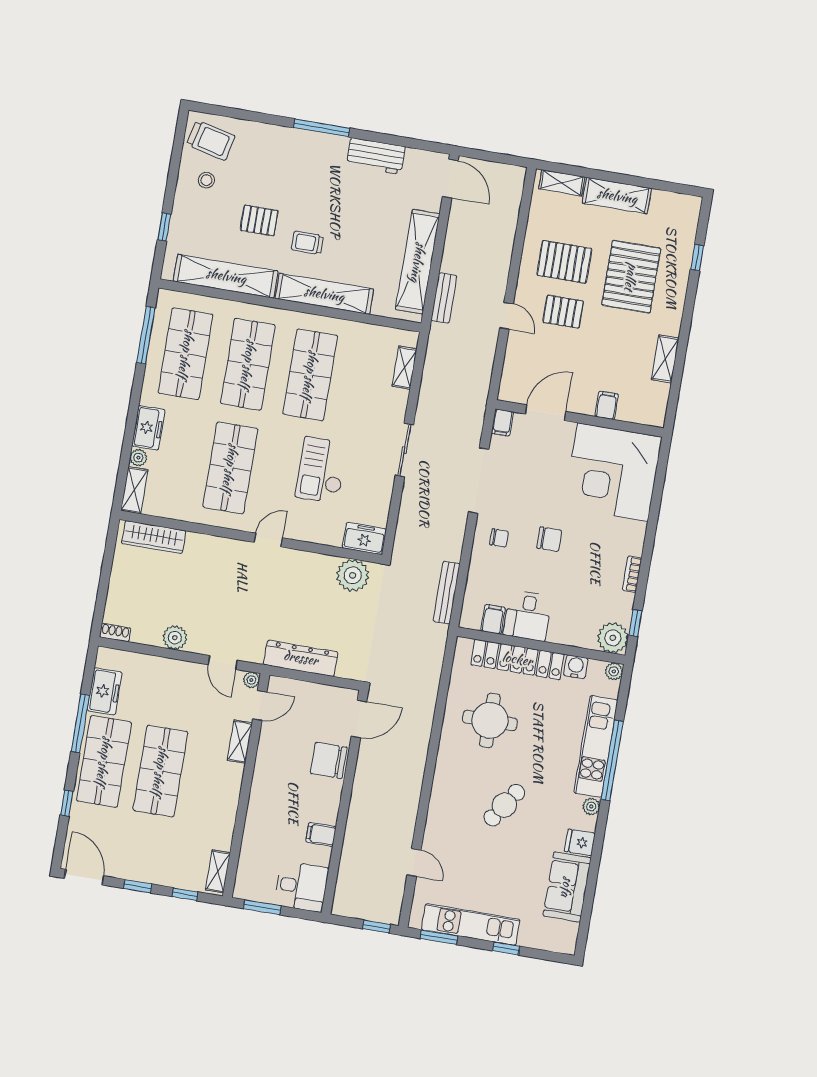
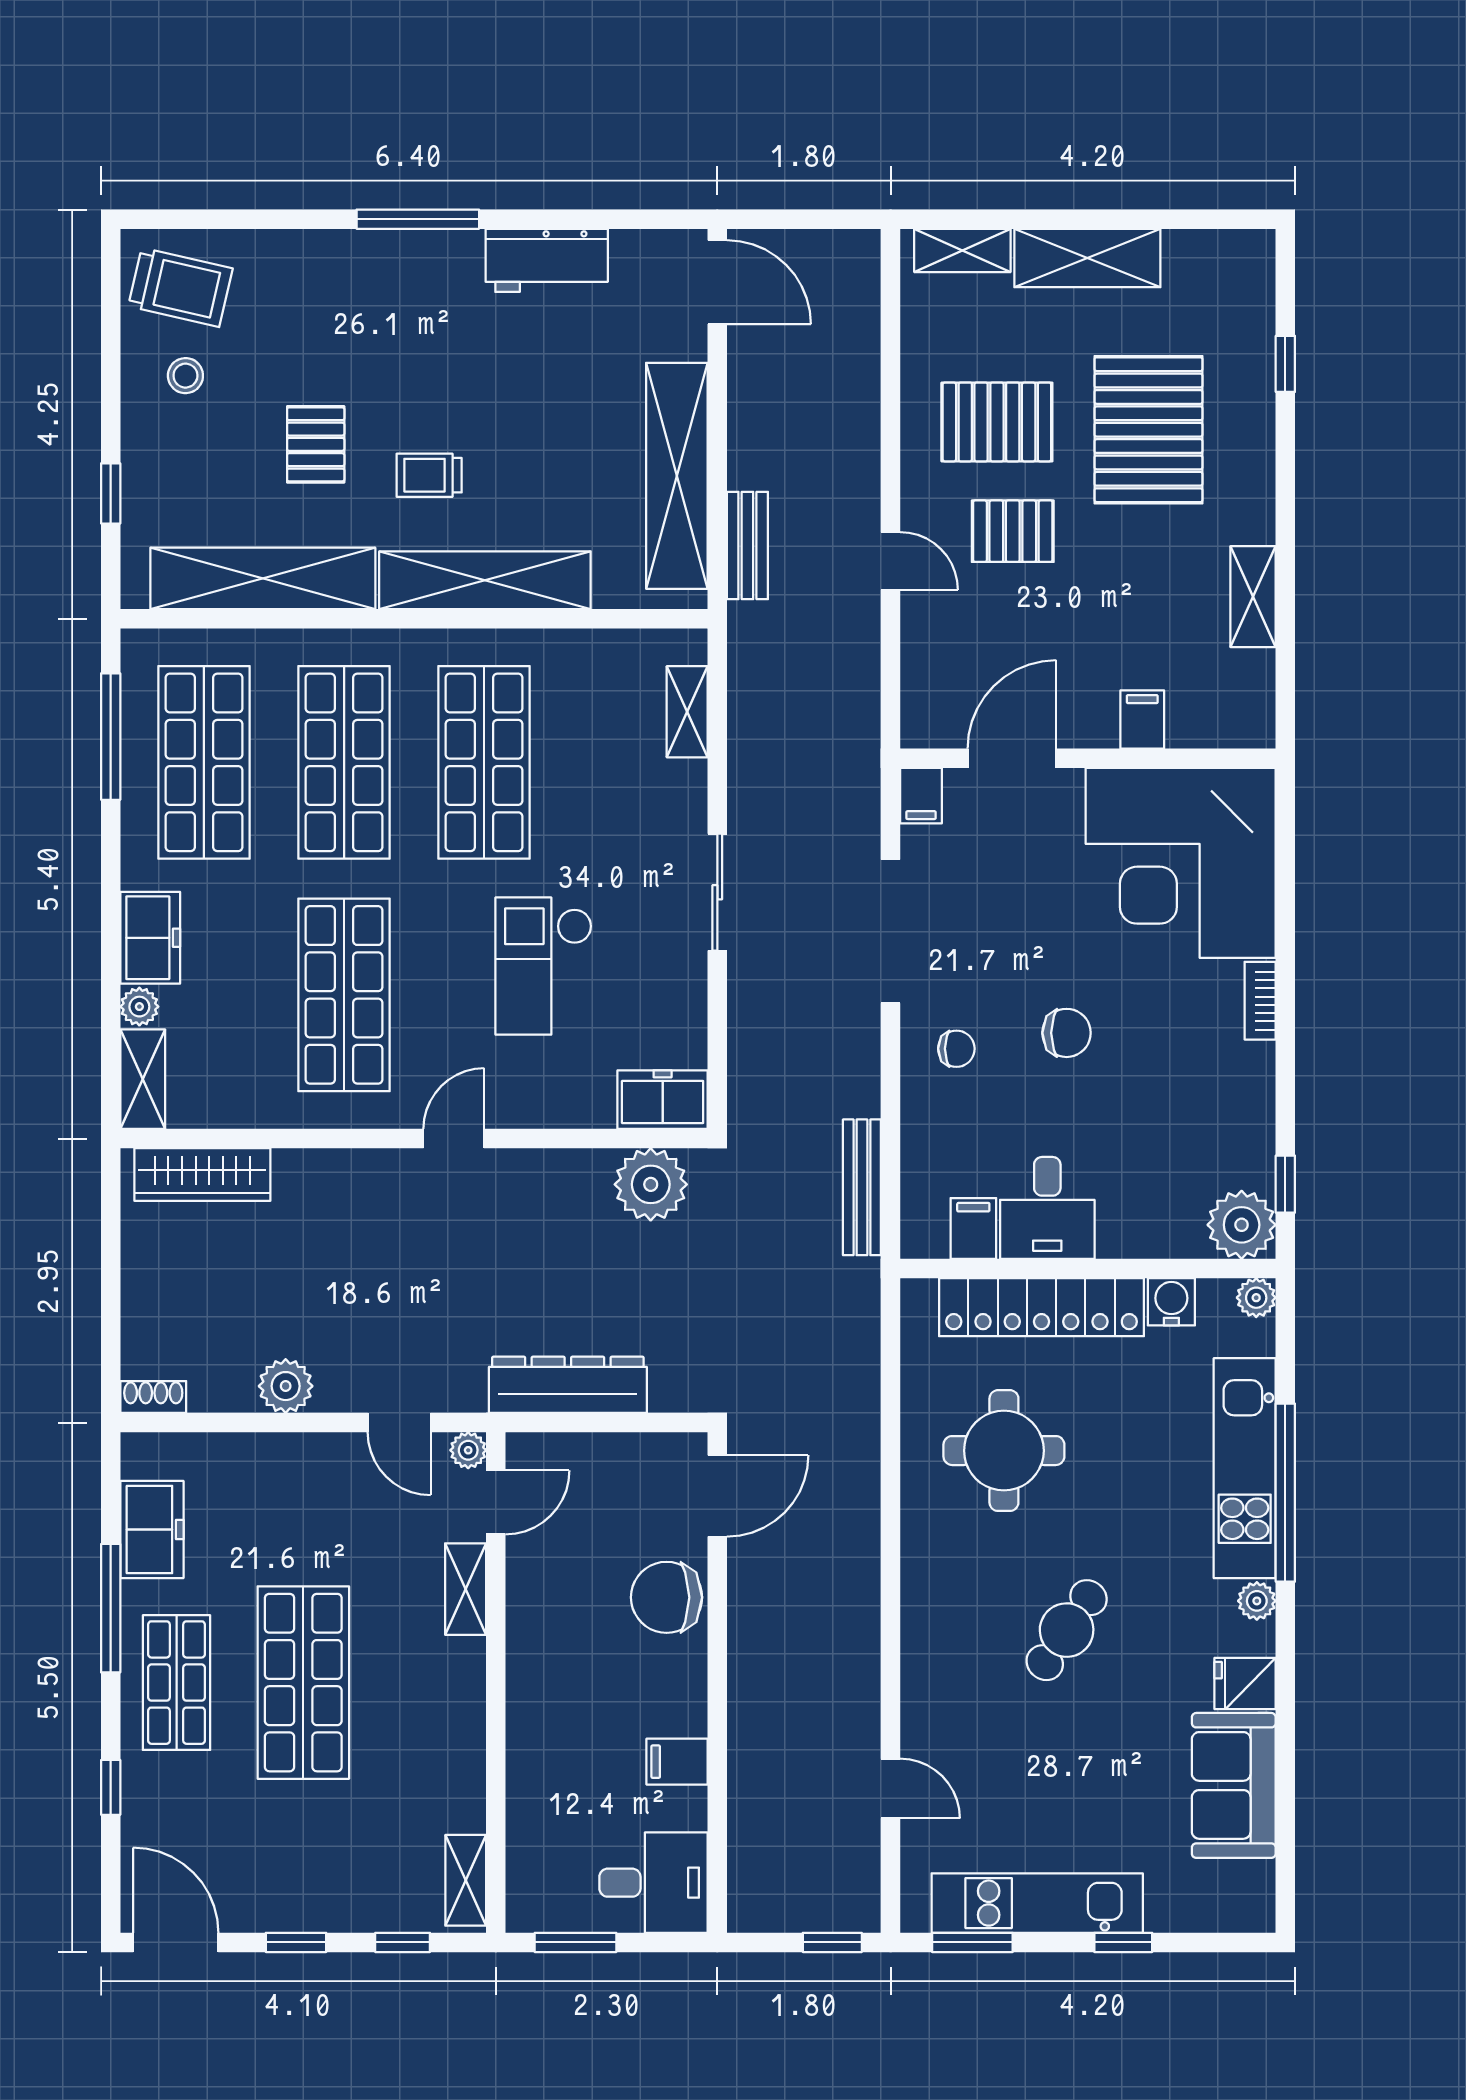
pallet: (259, 220) -> (316, 444), turned 90
bookcase: (632, 574) -> (1260, 1001), moved
shop shelf: (104, 761) -> (177, 1683), width x0.70, depth x0.74

